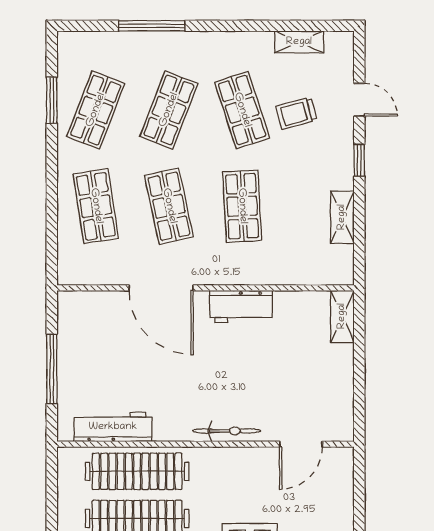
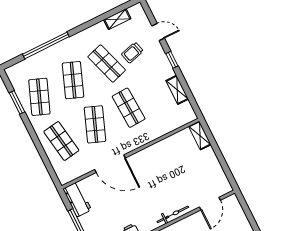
window: (152, 26) -> (46, 45), width x1.46
shop shelf: (169, 206) -> (95, 124), turned 33
workbench: (241, 307) -> (77, 199), moved, turned -90

